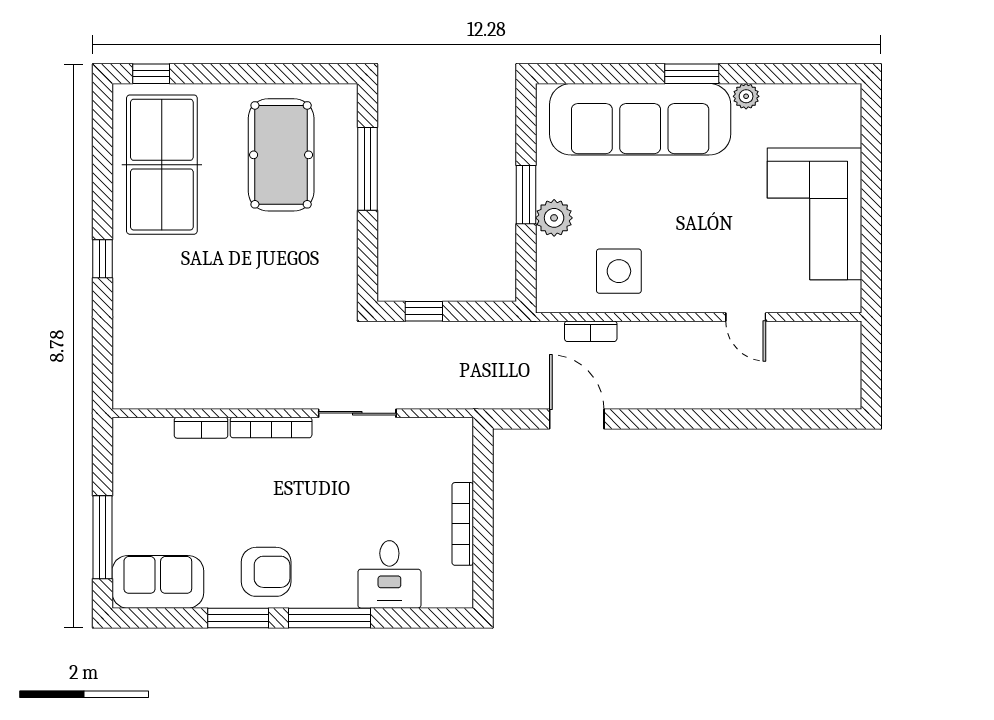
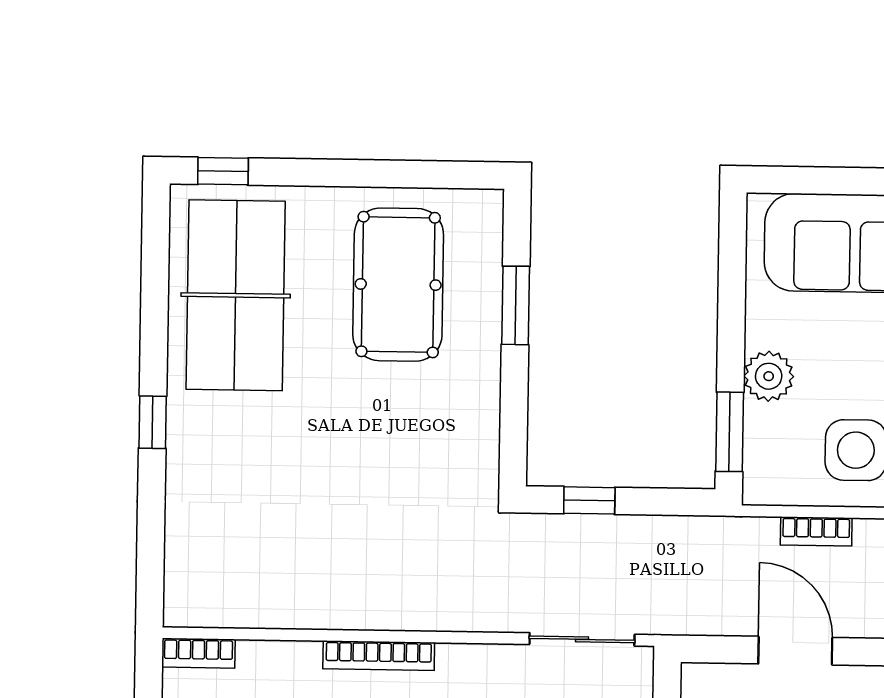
window: (367, 169) -> (516, 305), width x0.69
window: (526, 195) -> (730, 432), moved
sliding door: (357, 413) -> (582, 639), moved
bookcase: (201, 428) -> (198, 653), moved

